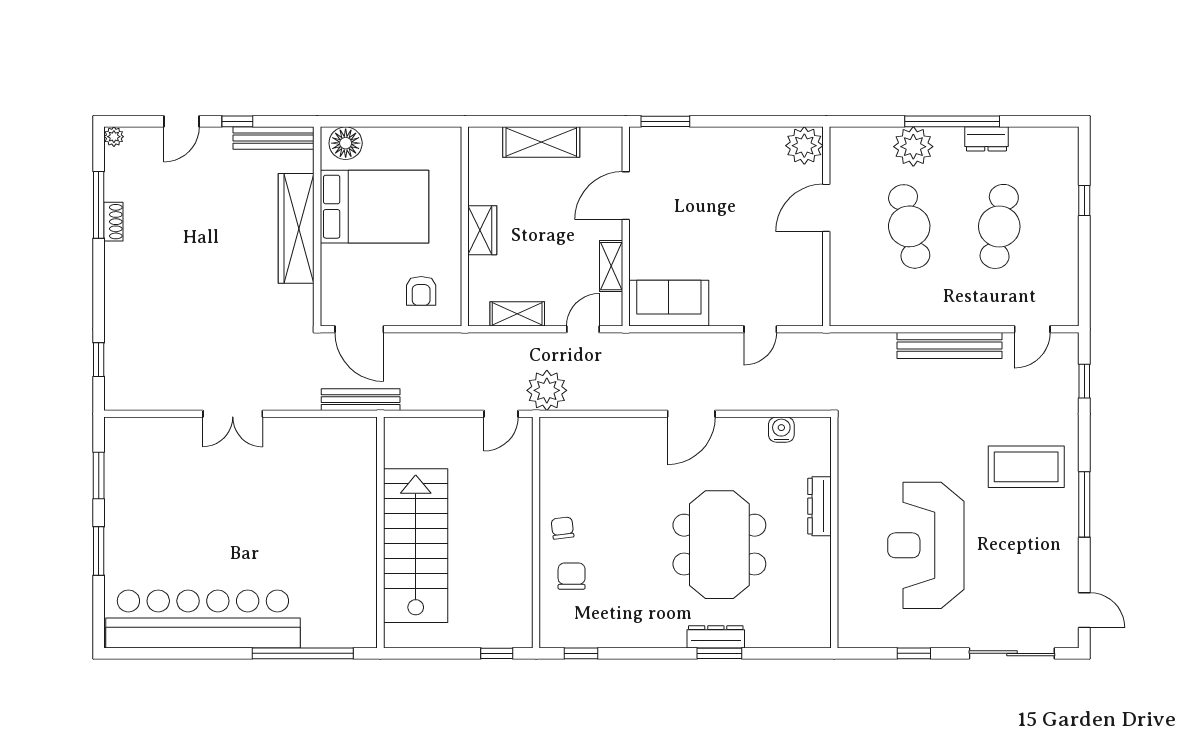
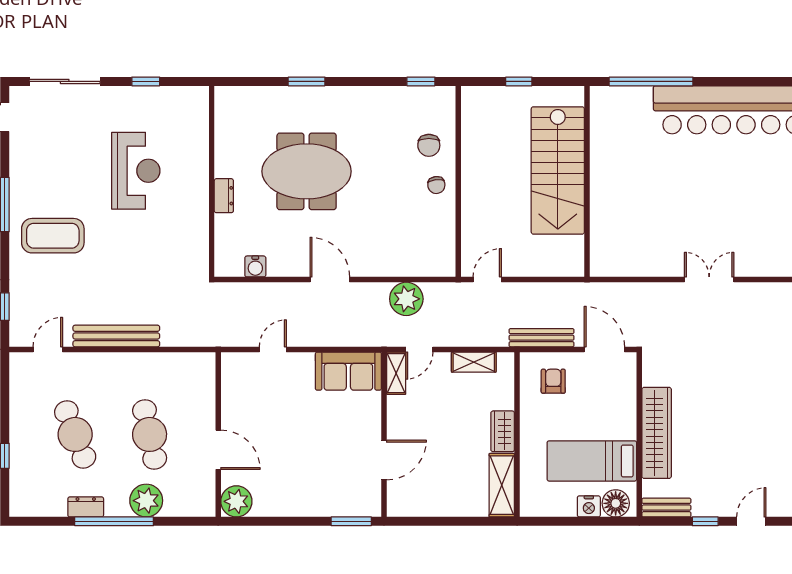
bench: (273, 138) -> (666, 508), width x0.73
nightstand: (378, 140) -> (589, 506), added
shelving: (541, 142) -> (502, 485), moved, turned 90
bed: (374, 207) -> (592, 461), width x0.67
door: (826, 208) -> (218, 450), hinge flipped
cafe table: (999, 226) -> (75, 434), turned -30
shelving: (611, 266) -> (396, 373), moved
plant: (547, 390) -> (406, 299), moved
bench: (361, 400) -> (542, 338), moved
door: (691, 414) -> (330, 280), hinge flipped
dresser: (819, 506) -> (224, 196), width x0.70
meeting table: (719, 545) -> (307, 171), turned 90
reception desk: (926, 545) -> (136, 171), width x0.74, depth x0.77
dresser: (716, 637) -> (310, 95), removed
window: (497, 653) -> (519, 81), moved

